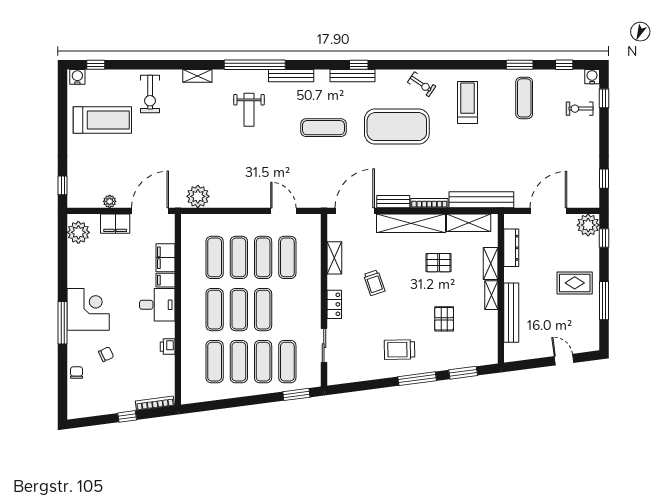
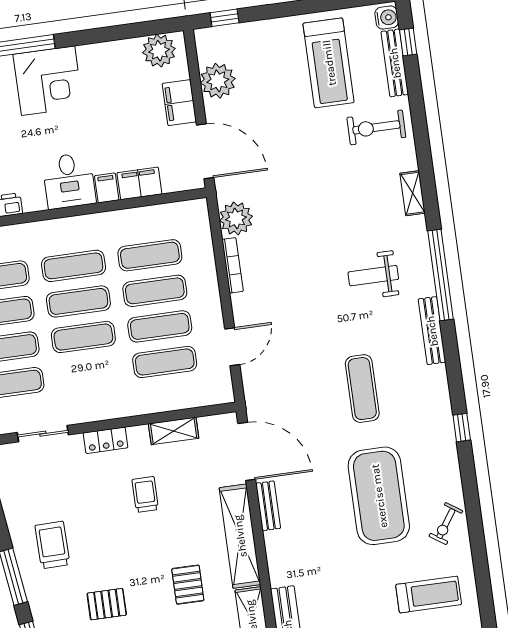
bench: (352, 76) -> (395, 63), moved
plant: (110, 201) -> (218, 81), width x1.87, depth x1.87
bookcase: (429, 203) -> (233, 265), moved
trolley: (374, 283) -> (145, 494), turned 109

